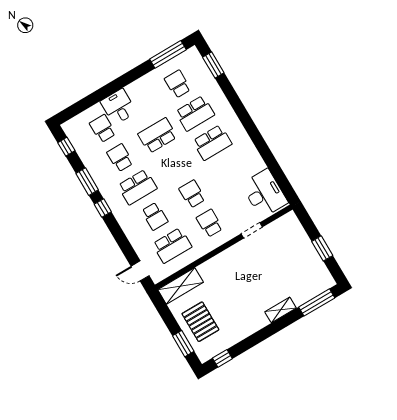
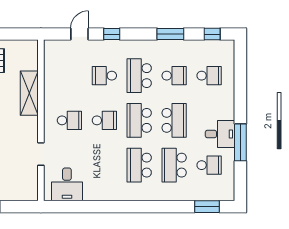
window: (168, 54) -> (240, 142), moved
desk: (118, 107) -> (220, 134), moved
desk: (264, 193) -> (67, 184), width x0.73
window: (103, 208) -> (112, 34), moved
school desk: (172, 245) -> (139, 120), moved
door: (140, 271) -> (79, 34), moved
shelving: (181, 286) -> (29, 93), moved

